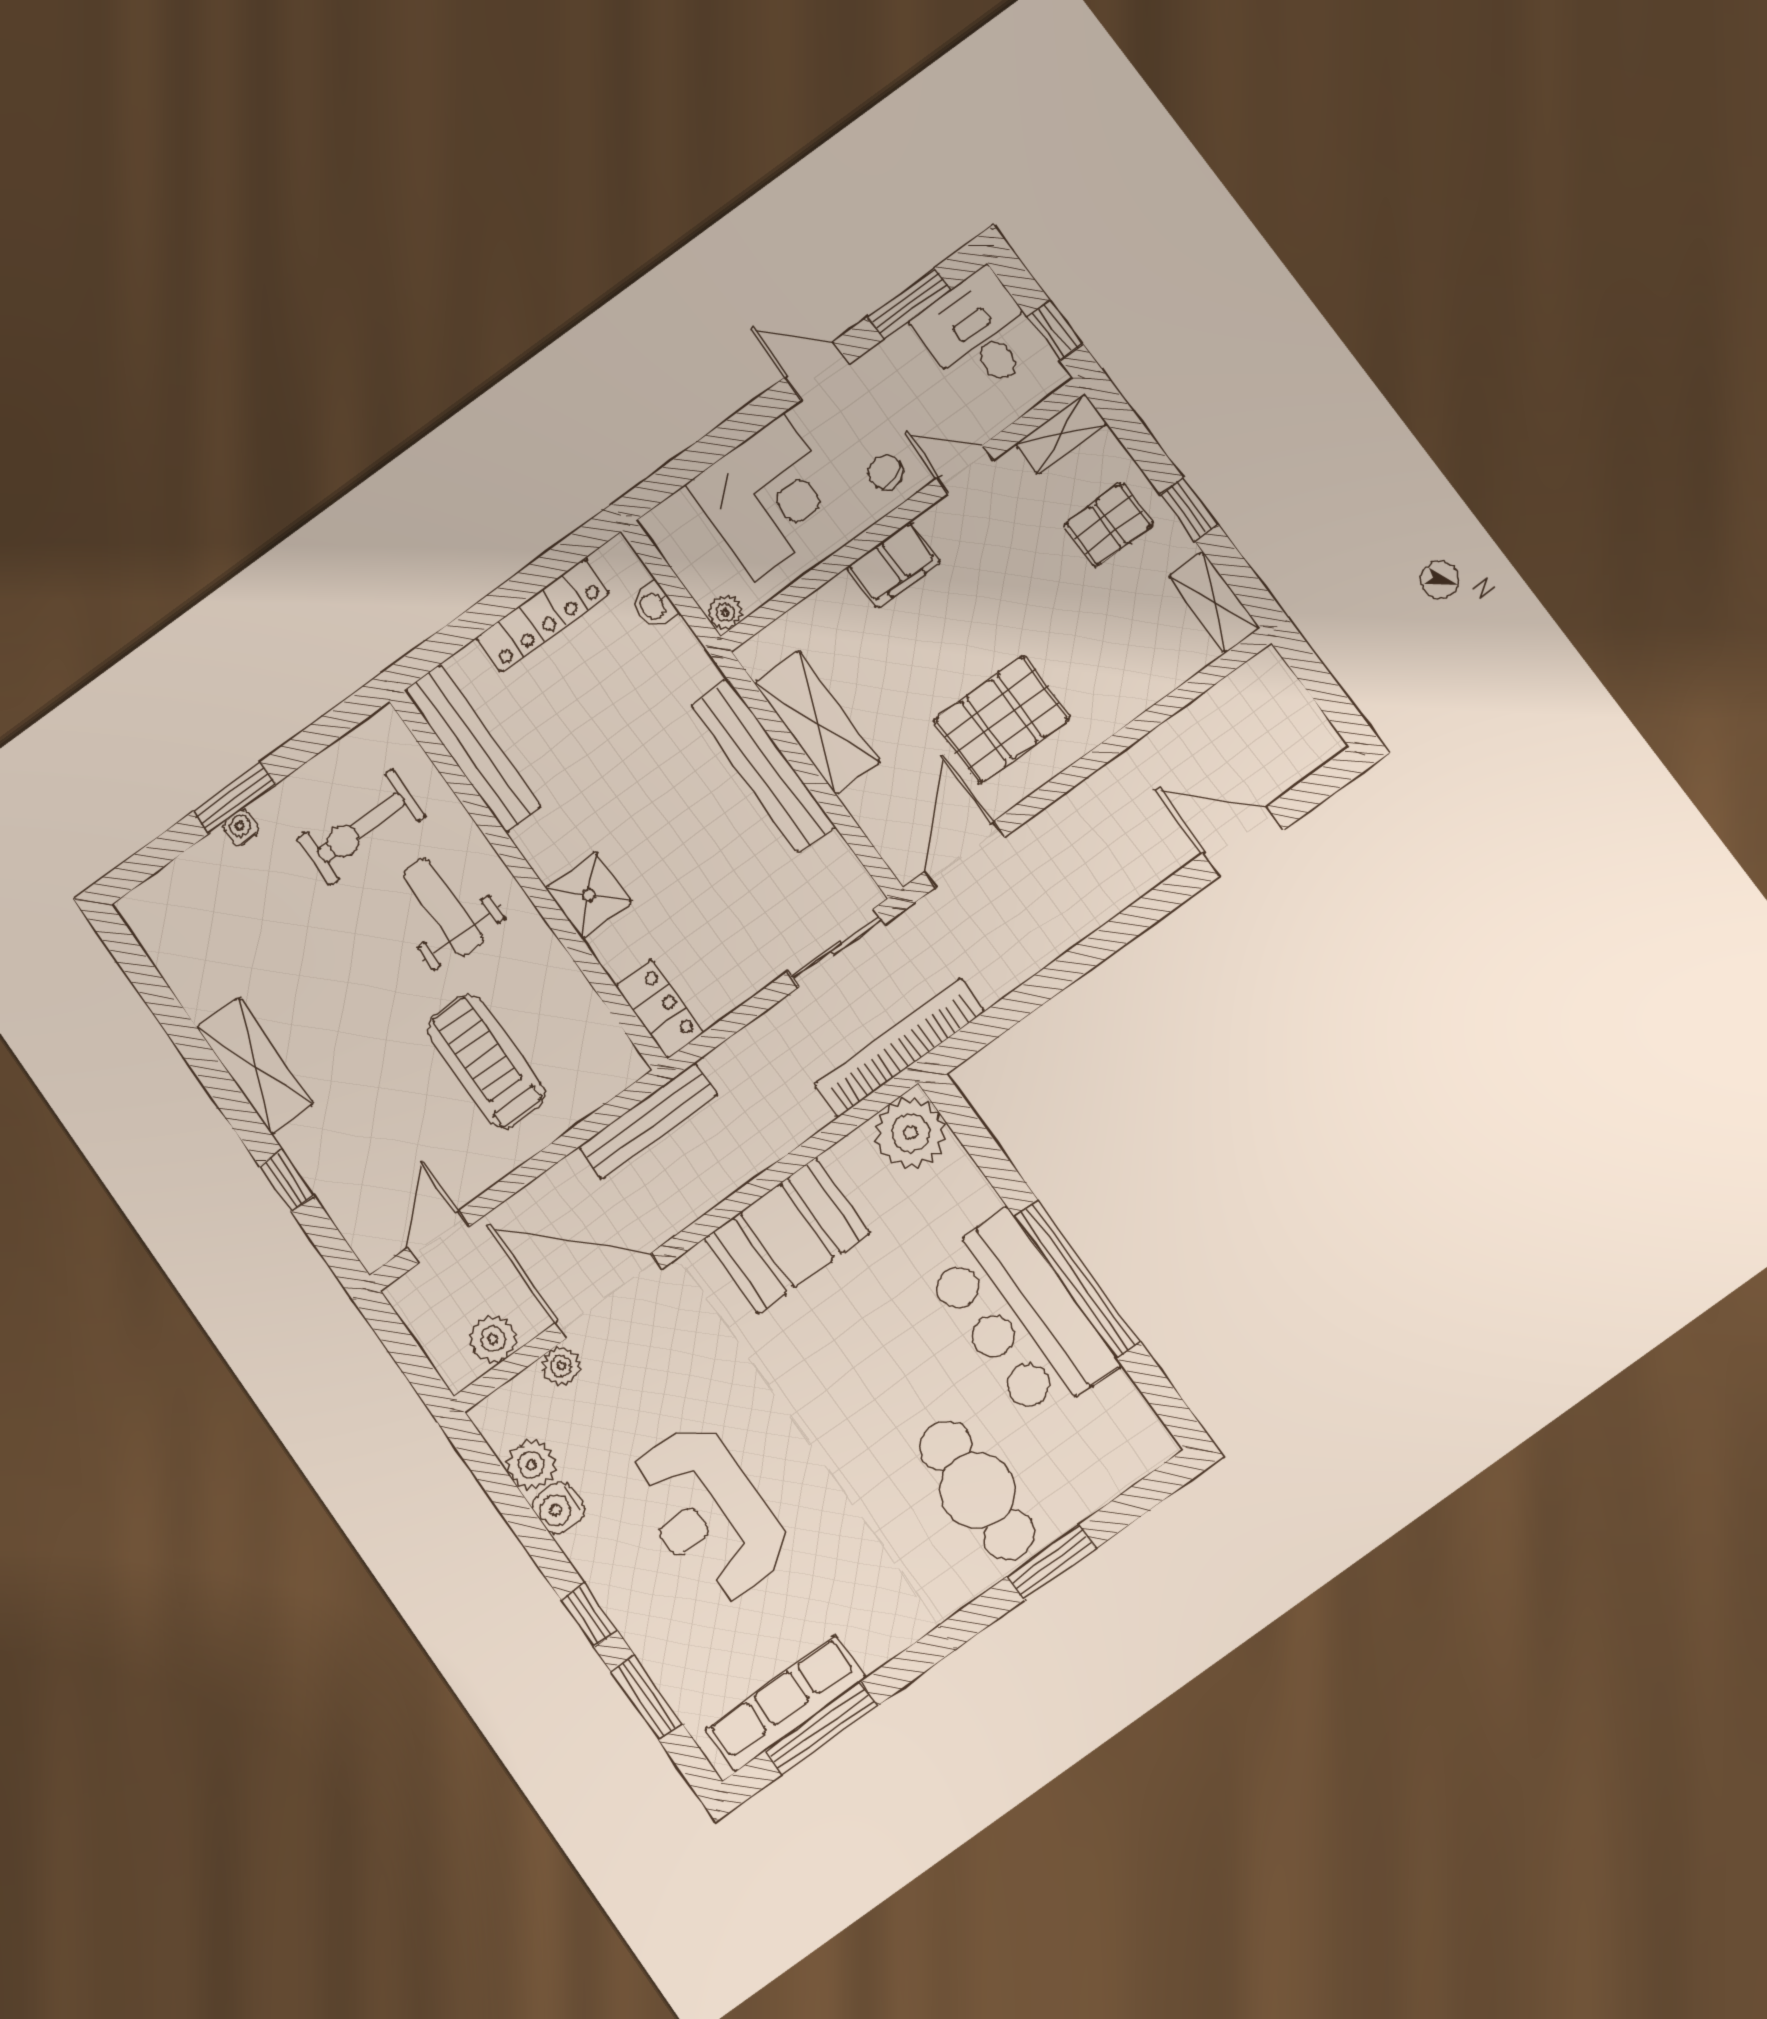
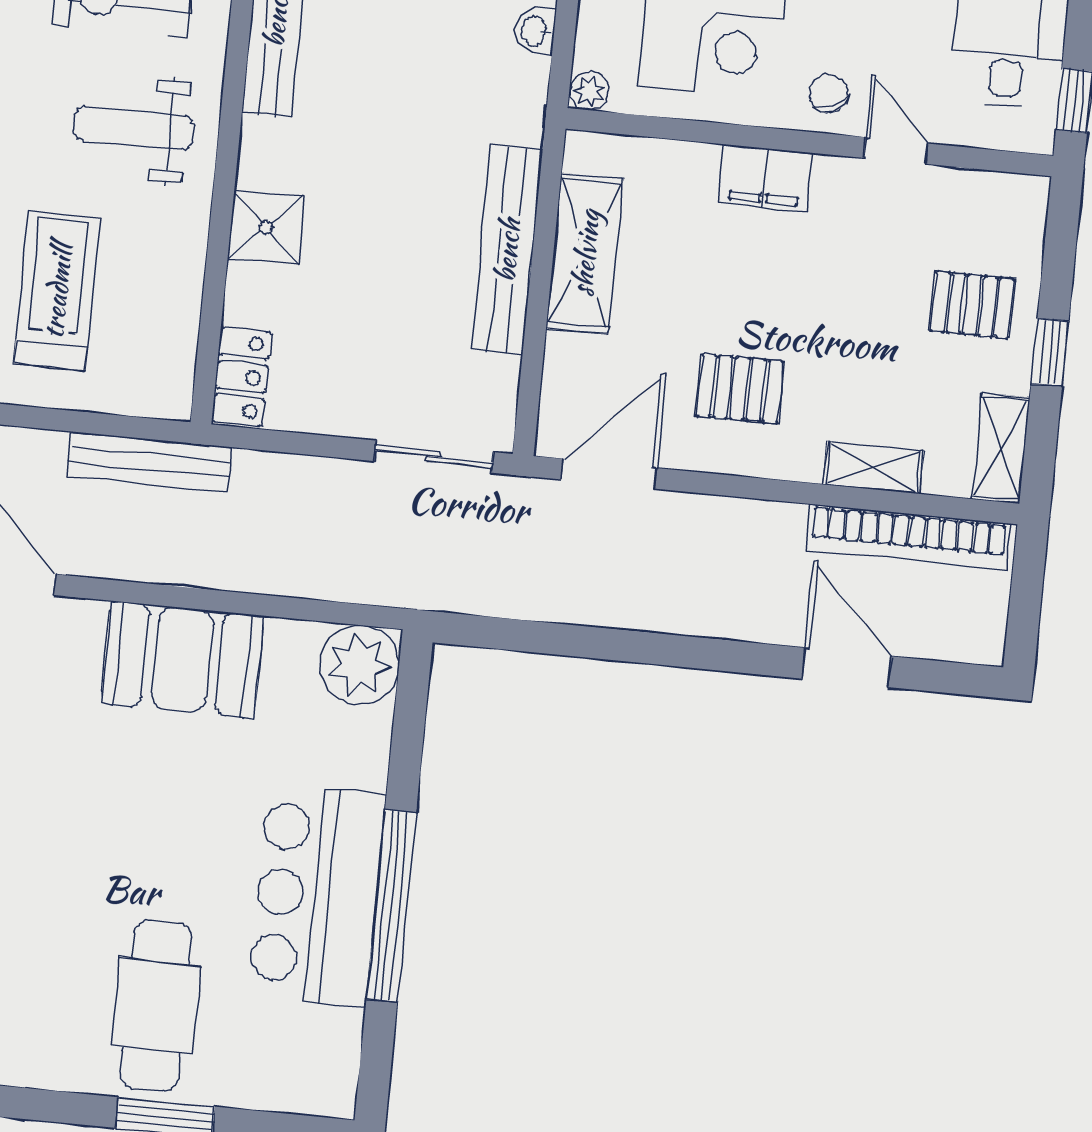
shelving: (1061, 434) -> (873, 468), moved
pallet: (1002, 719) -> (740, 389), width x0.67, depth x0.71
weight bench: (443, 907) -> (134, 128), turned -90
bookcase: (899, 1048) -> (909, 537), moved, turned 180

